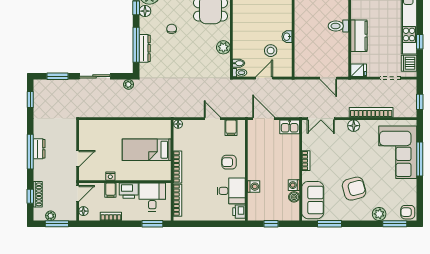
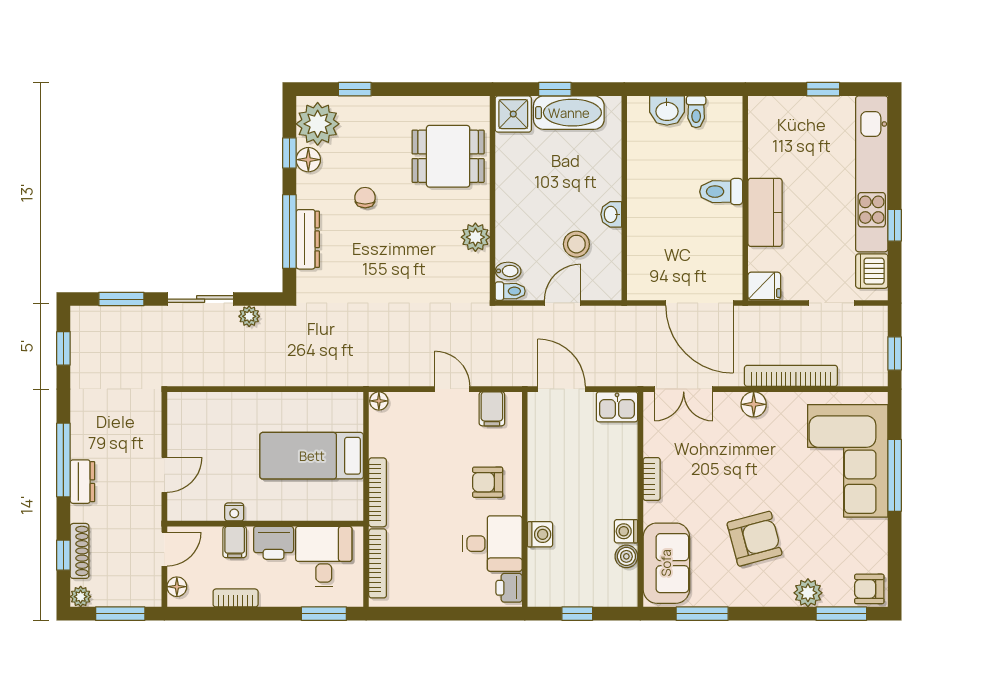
door: (328, 78) -> (699, 303), width x1.87
plant: (129, 84) -> (249, 316), moved
dresser: (39, 149) -> (82, 482), moved
plant: (51, 216) -> (81, 597), moved

